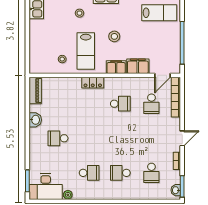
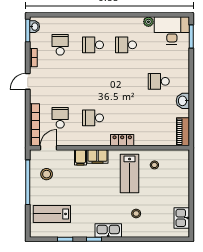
stool: (114, 36) -> (47, 174), moved
lab bench: (86, 51) -> (130, 173), turned 180
filing cabinet: (138, 66) -> (80, 157), width x0.50
school desk: (58, 138) -> (159, 81), turned 180
school desk: (120, 173) -> (93, 45), turned 180

